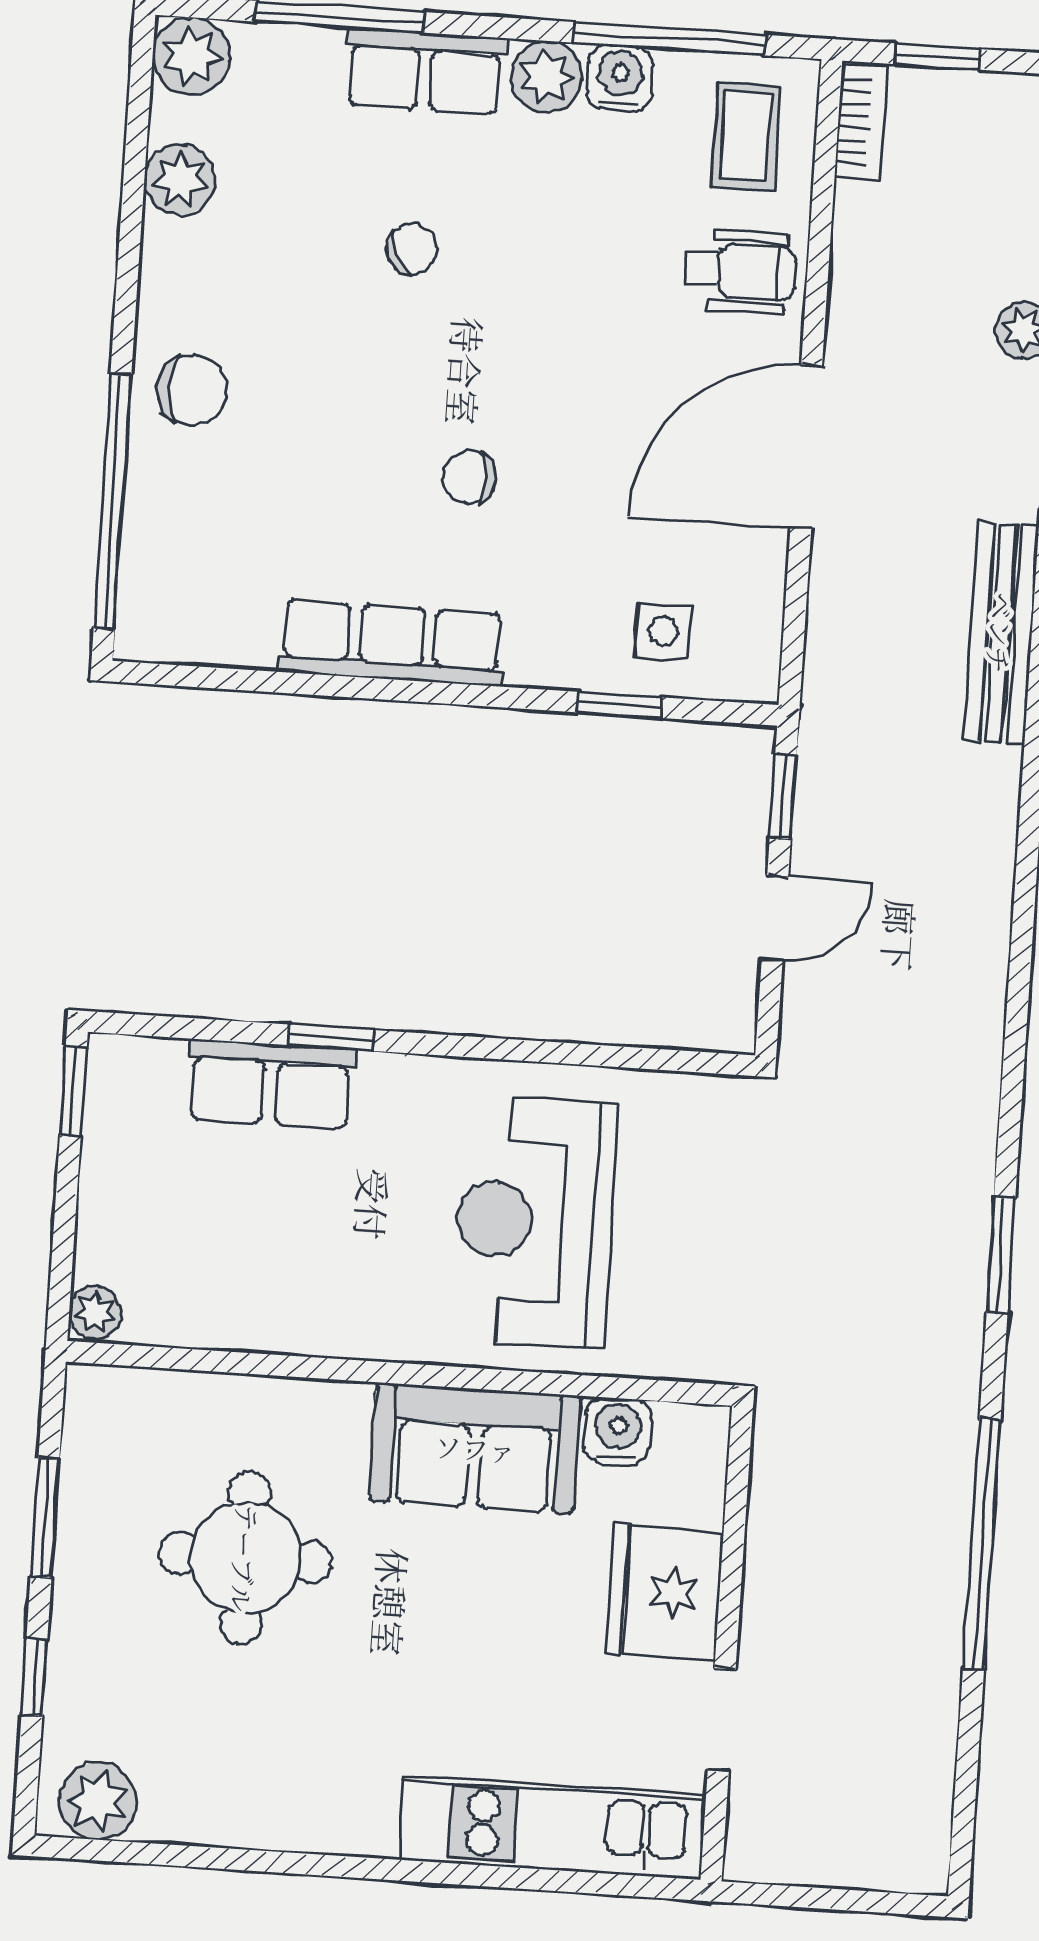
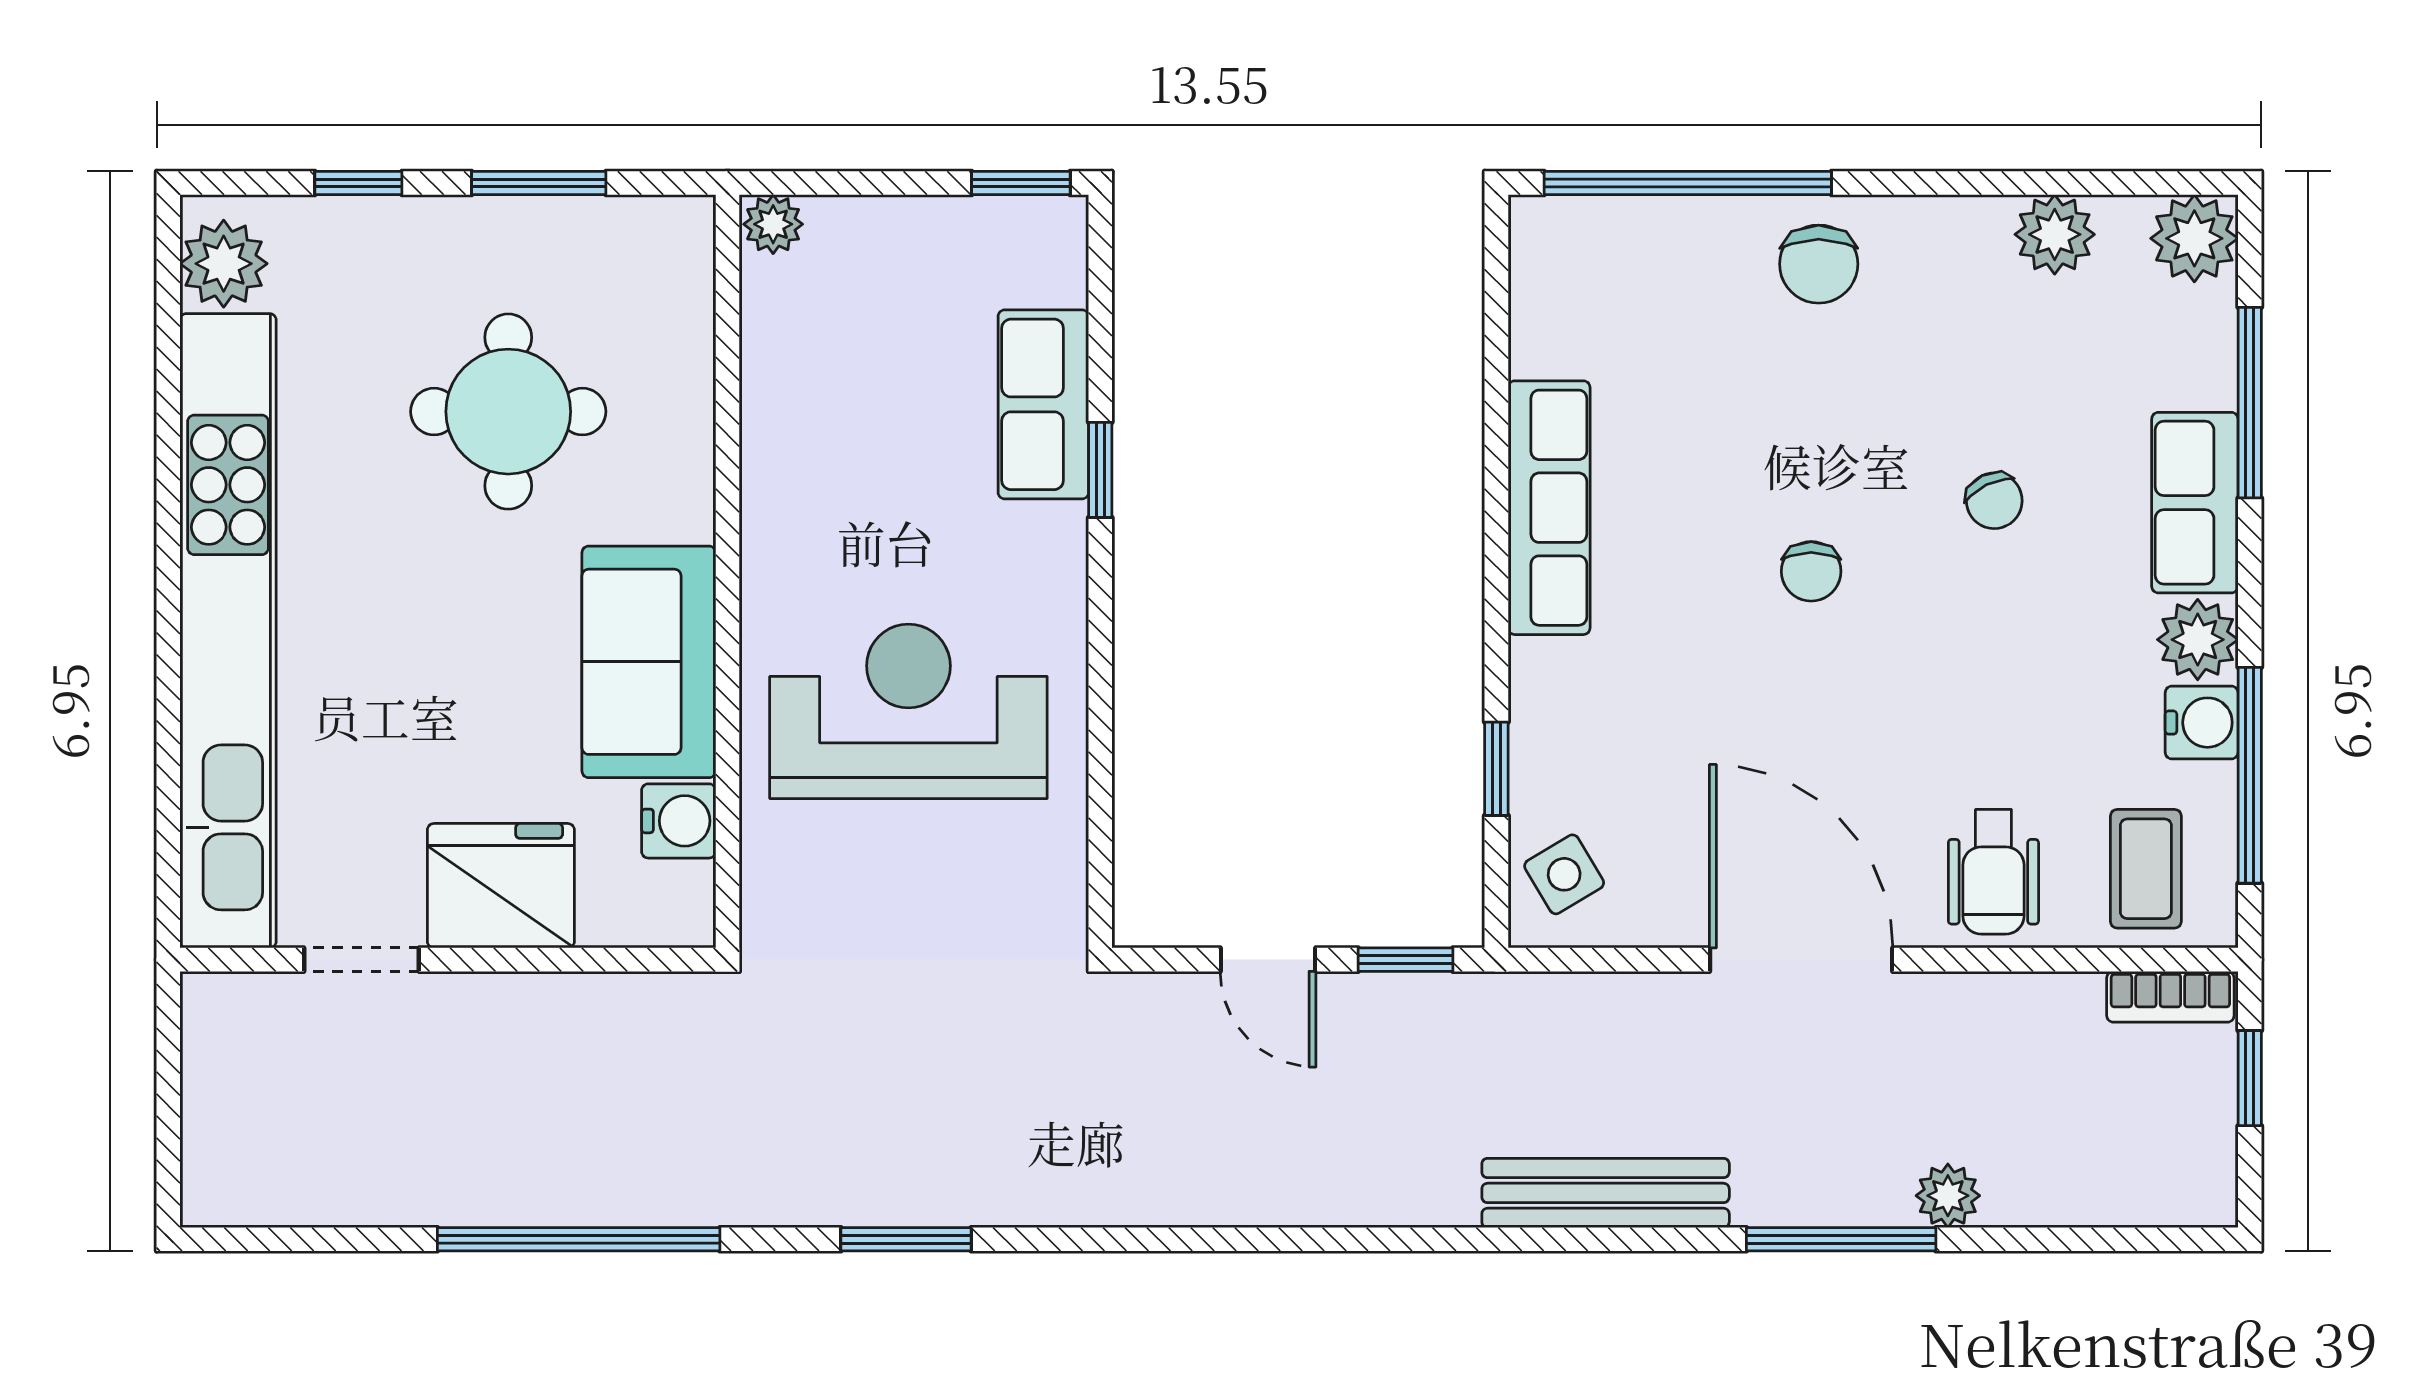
coffee table: (746, 136) -> (2146, 869), turned 90
chair: (469, 477) -> (1811, 571), moved, turned 180
side table: (664, 631) -> (1564, 874), moved, turned -31
kitchen unit: (553, 1827) -> (228, 631), width x1.86

